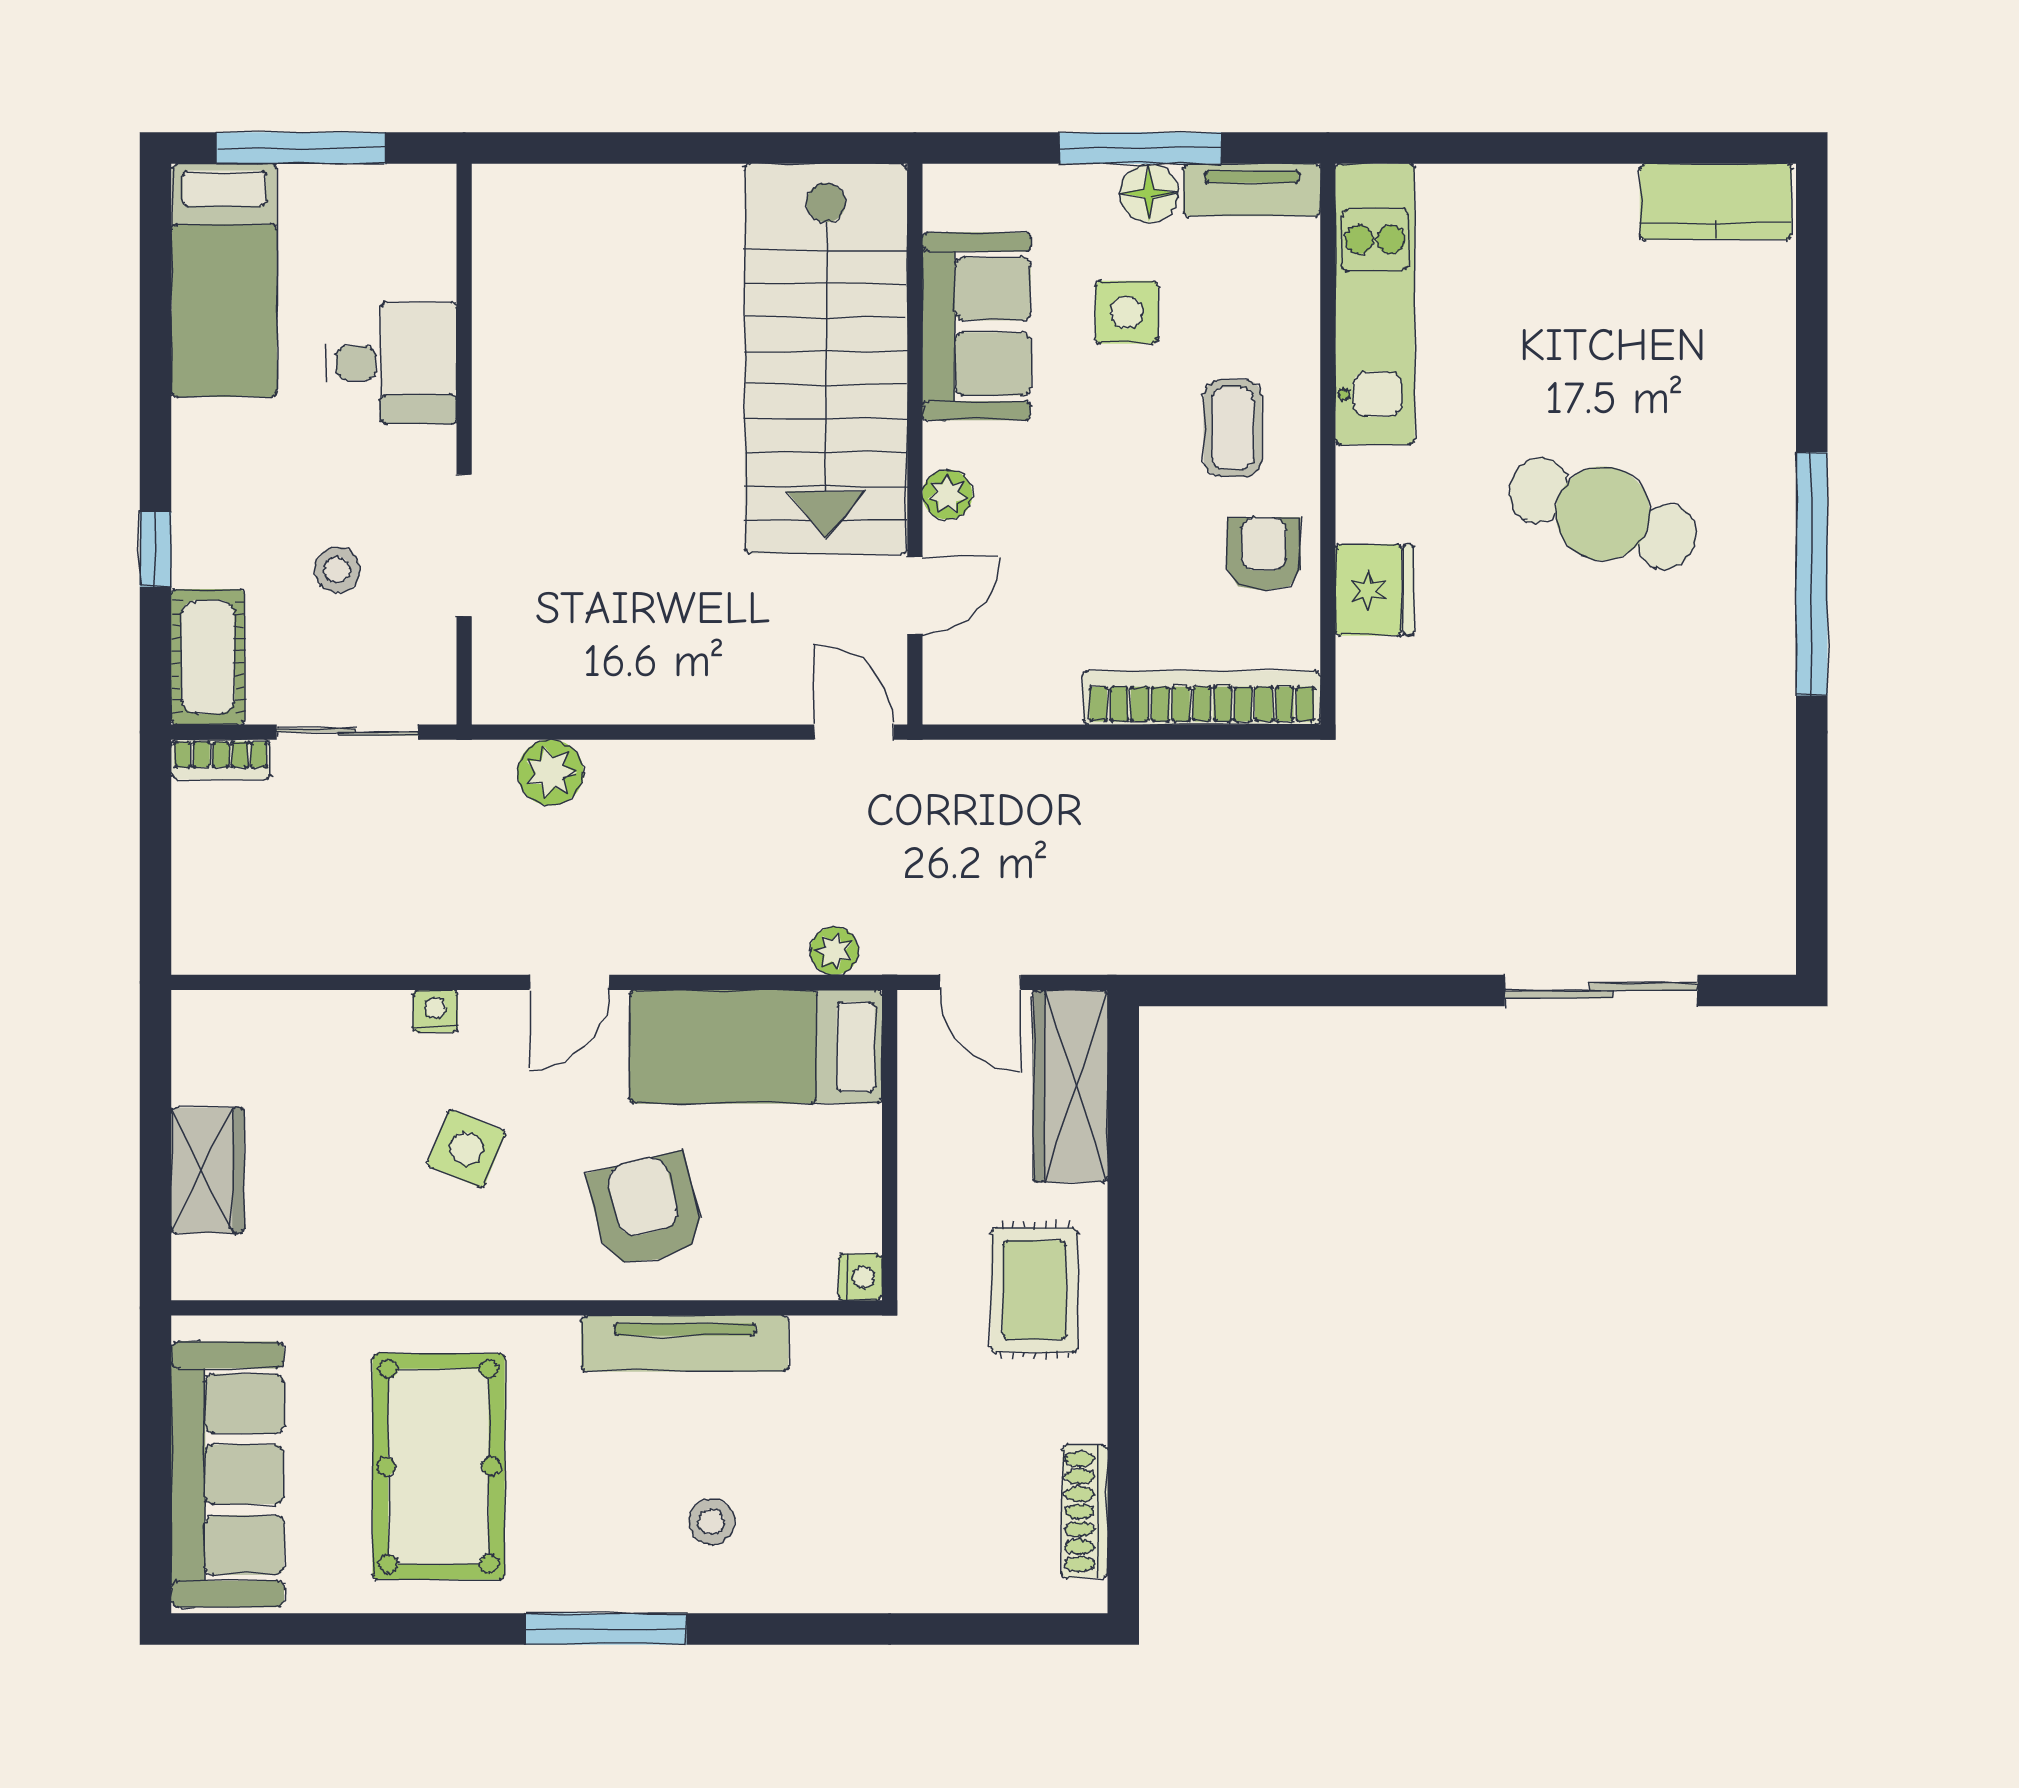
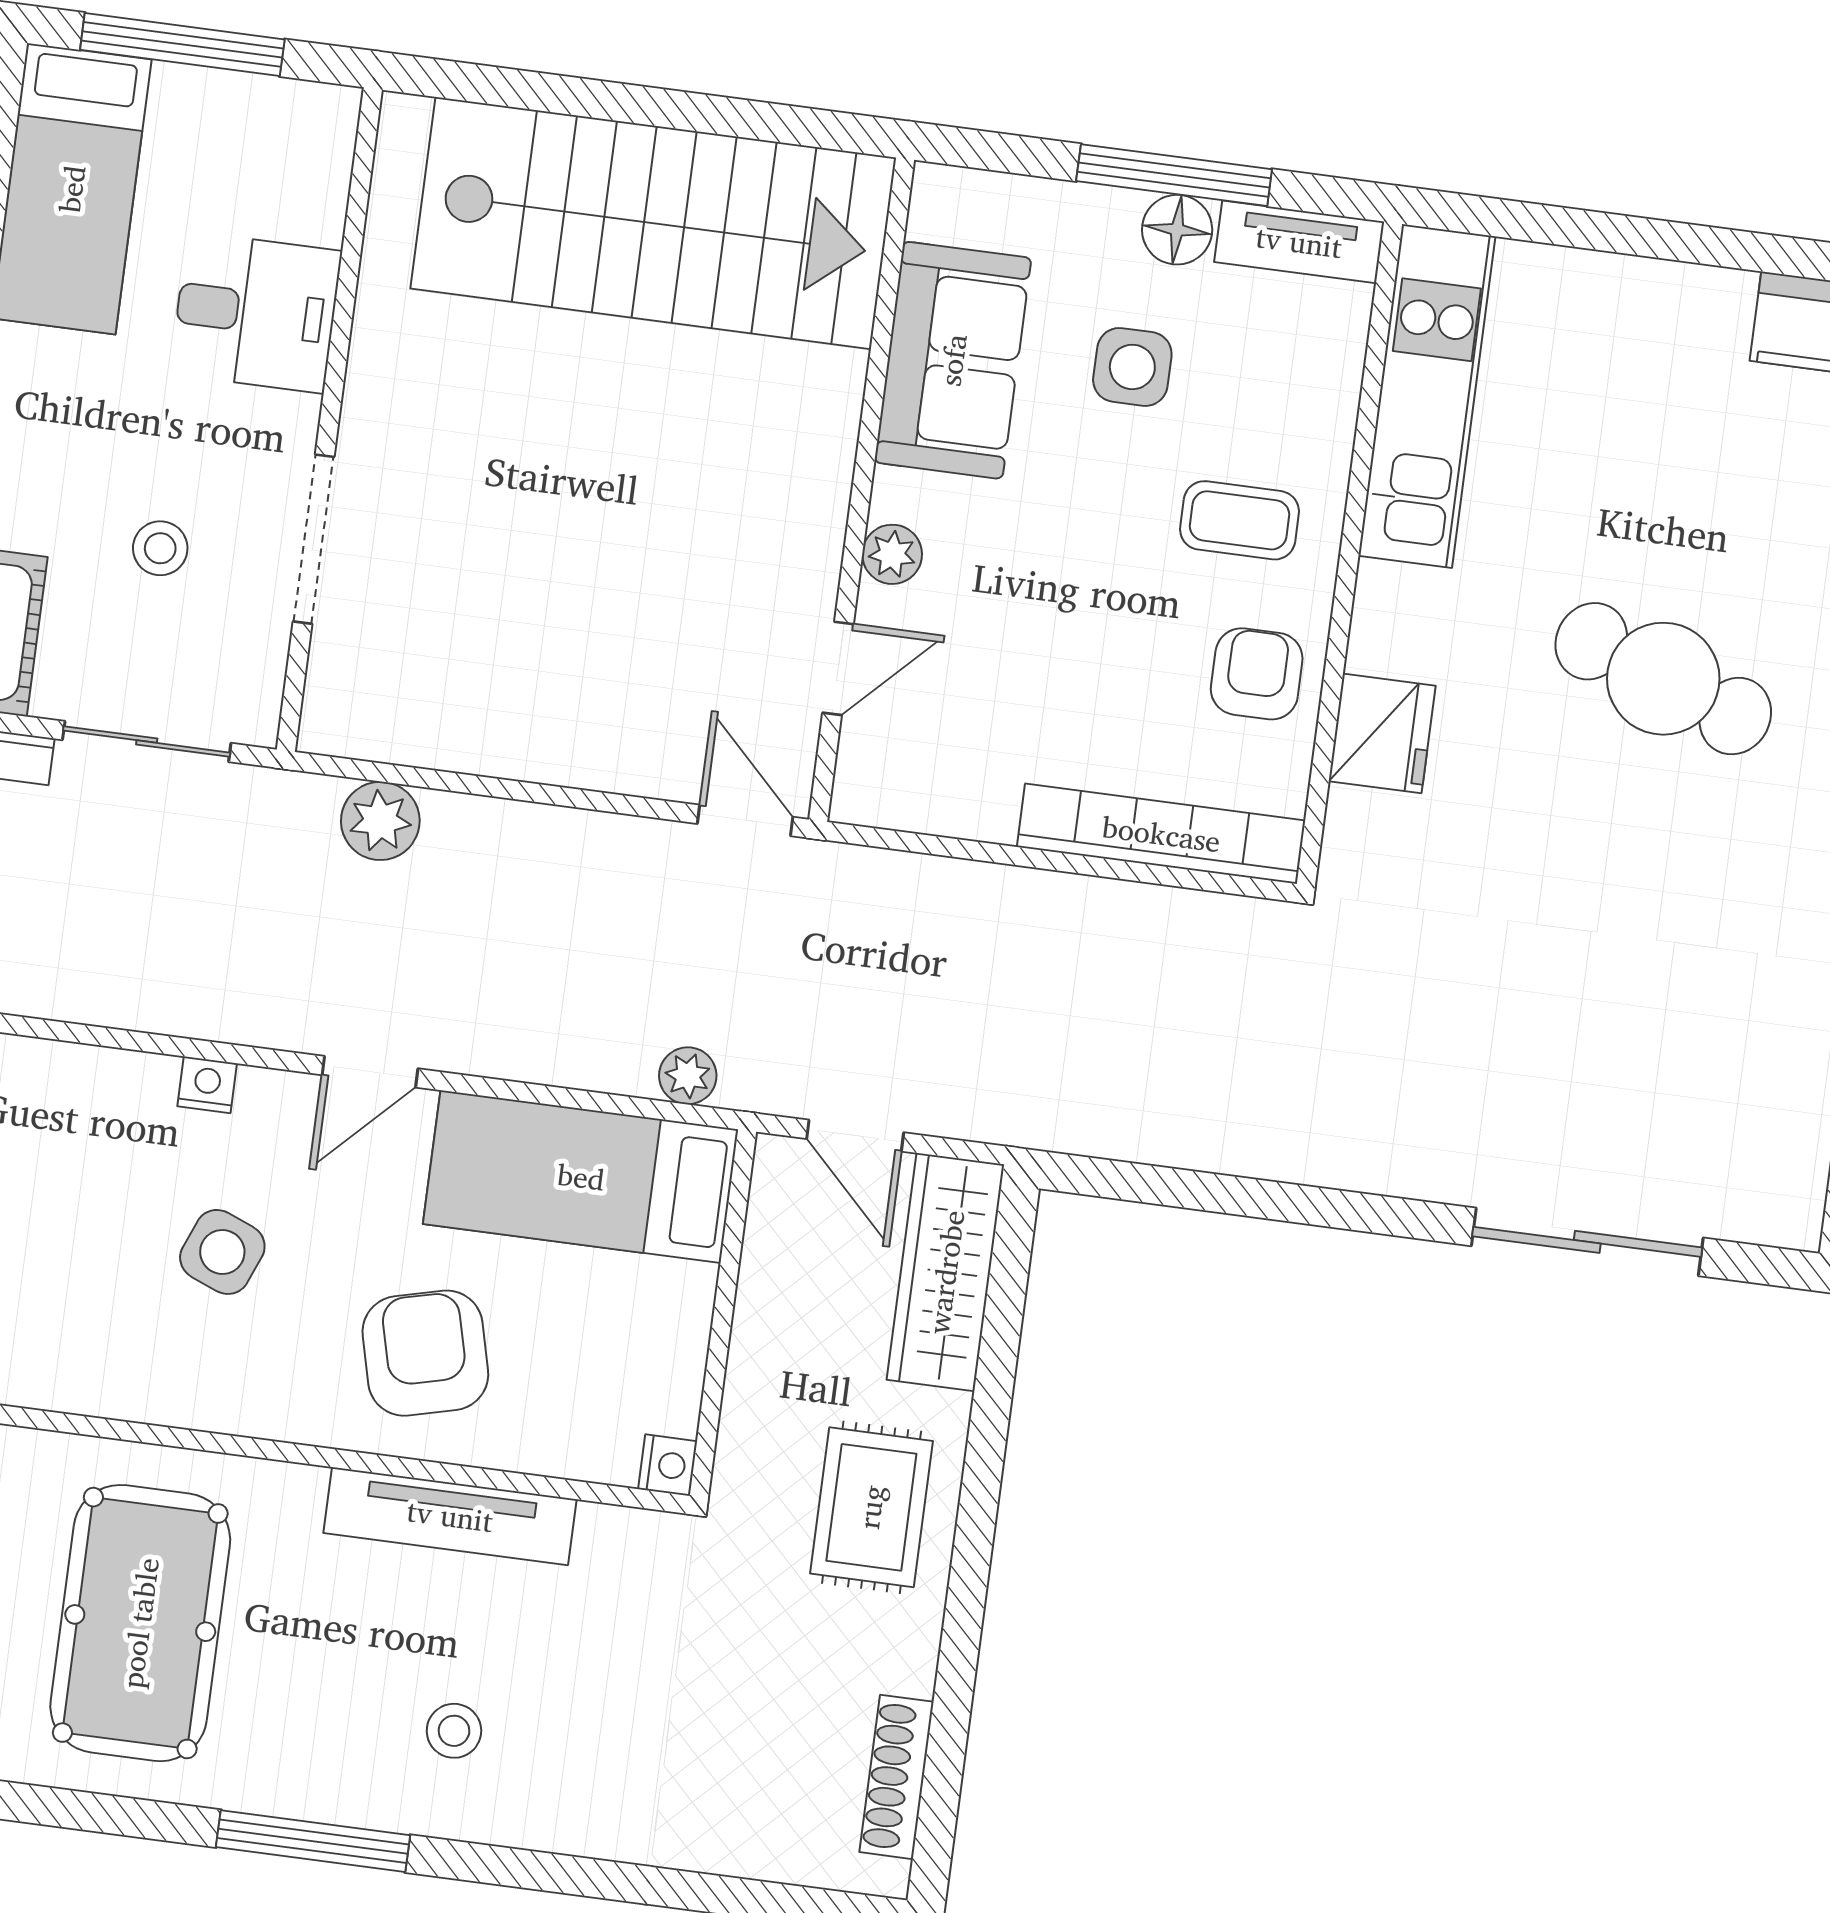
stairs: (826, 359) -> (653, 223), moved, turned -90
coffee table: (1233, 428) -> (1239, 520), turned 90

